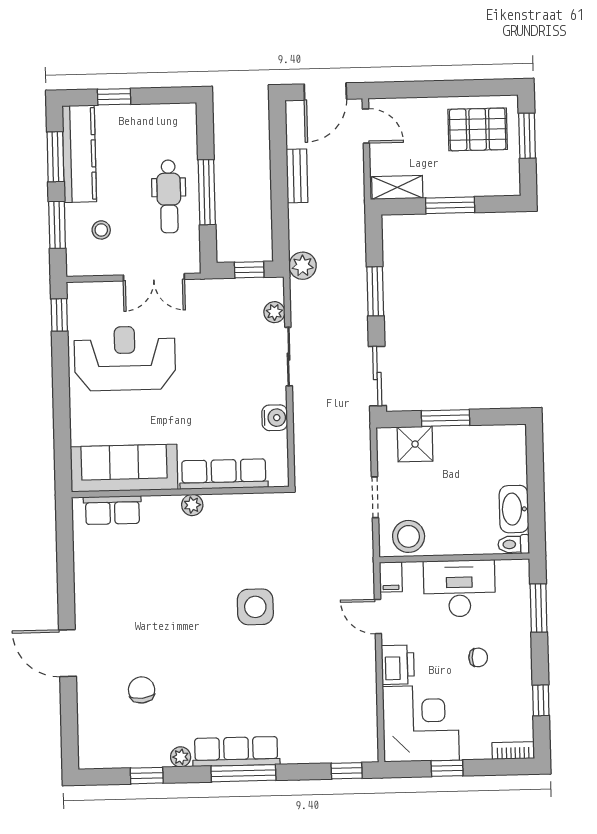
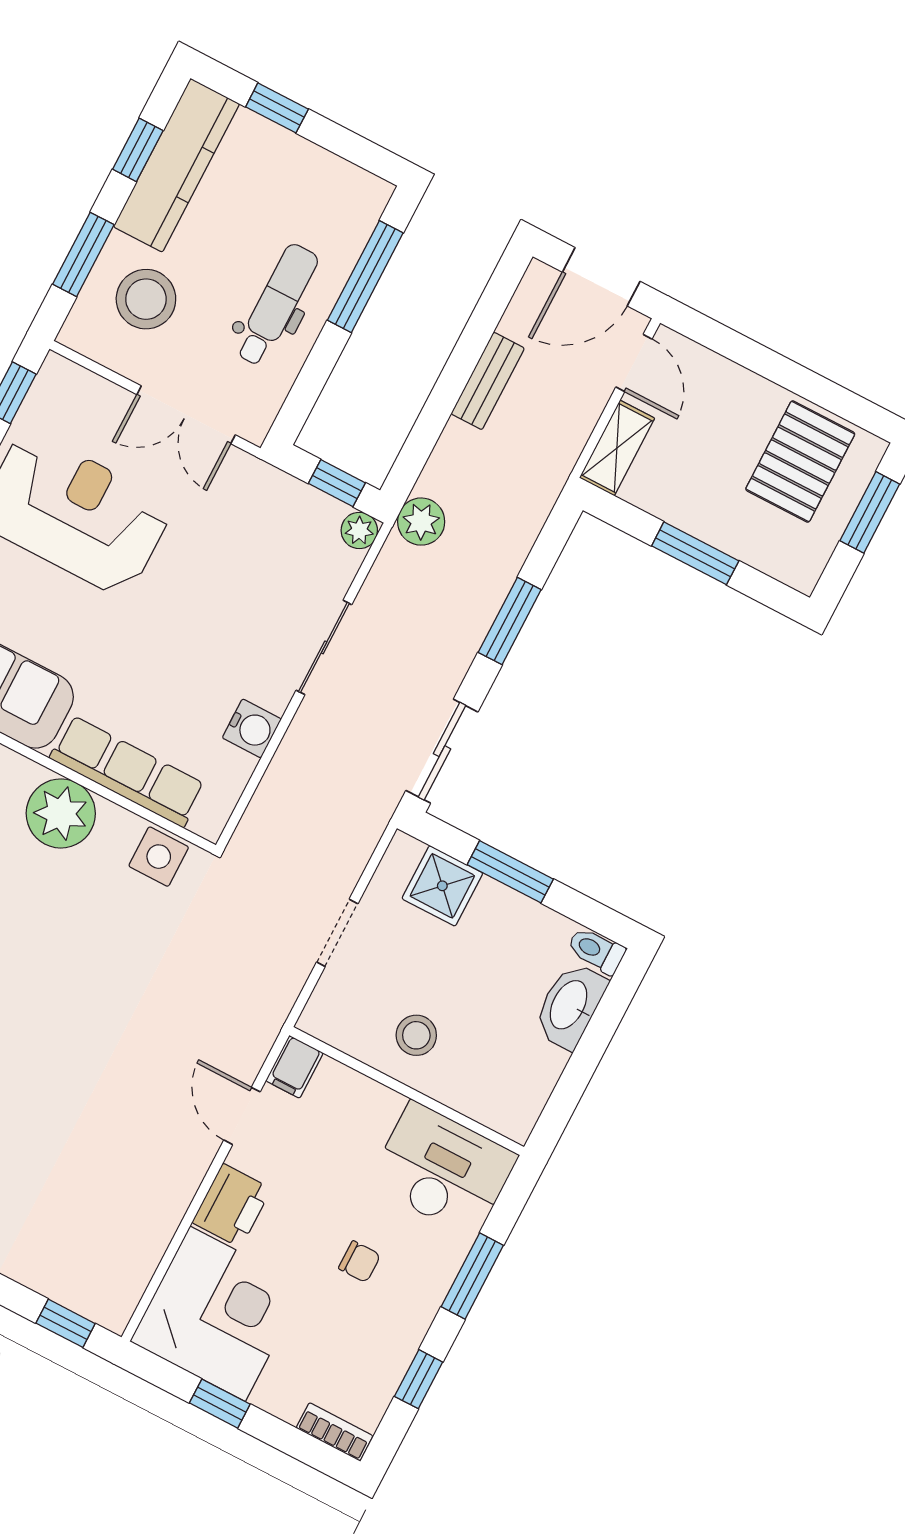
pallet: (478, 129) -> (800, 461), turned 90
window: (55, 157) -> (138, 150), width x0.67
shelving: (397, 187) -> (617, 448), moved, turned 90
window: (207, 192) -> (365, 277), moved
dental chair: (169, 196) -> (276, 305), turned 180
stool: (101, 230) -> (146, 299), width x1.89, depth x1.89
plant: (274, 312) -> (359, 530), moved
plant: (192, 505) -> (61, 813), width x1.88, depth x1.88
washbasin: (514, 509) -> (570, 1005), moved
stool: (409, 536) -> (416, 1035), moved, width x0.73, depth x0.73
toilet: (514, 544) -> (596, 950), moved
desk: (459, 588) -> (443, 1170), moved
side table: (255, 607) -> (159, 857), moved, width x0.73, depth x0.73
window: (539, 608) -> (472, 1276), moved

